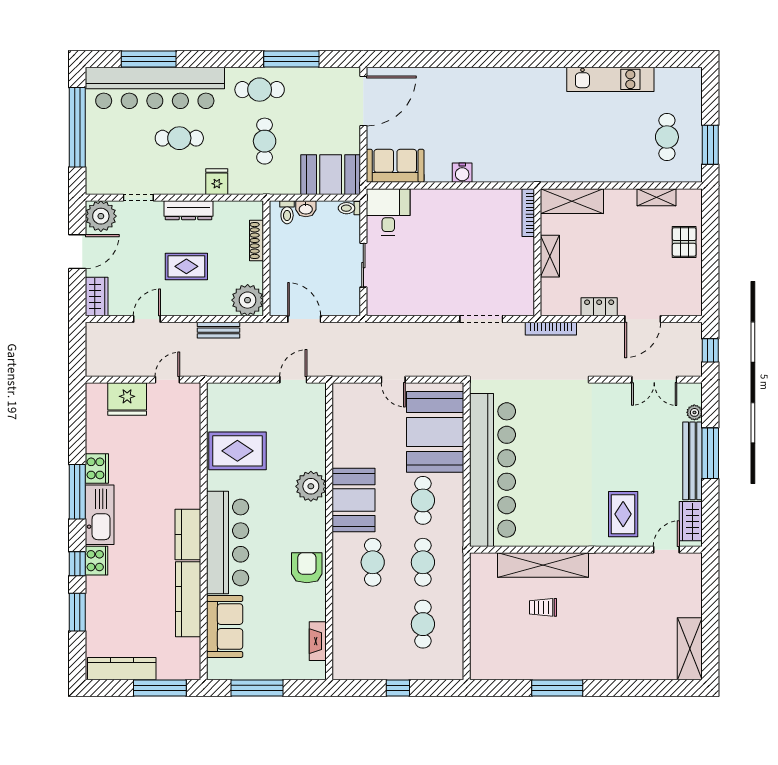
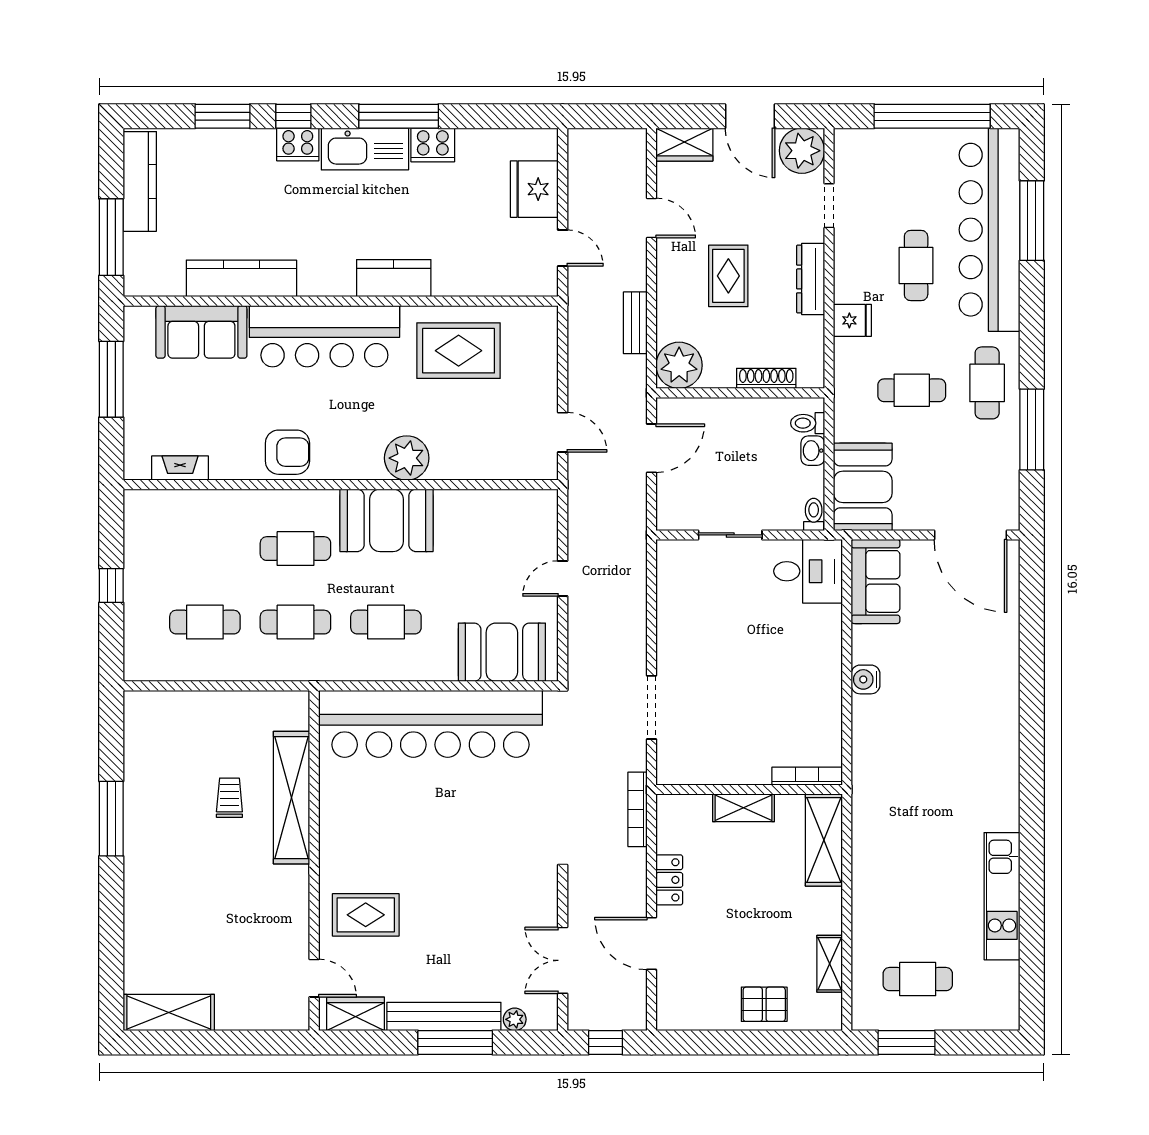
booth: (435, 432) -> (502, 652), width x0.73, depth x0.70
rug: (237, 451) -> (459, 351), turned 90
kitchen counter: (188, 534) -> (394, 278), moved

